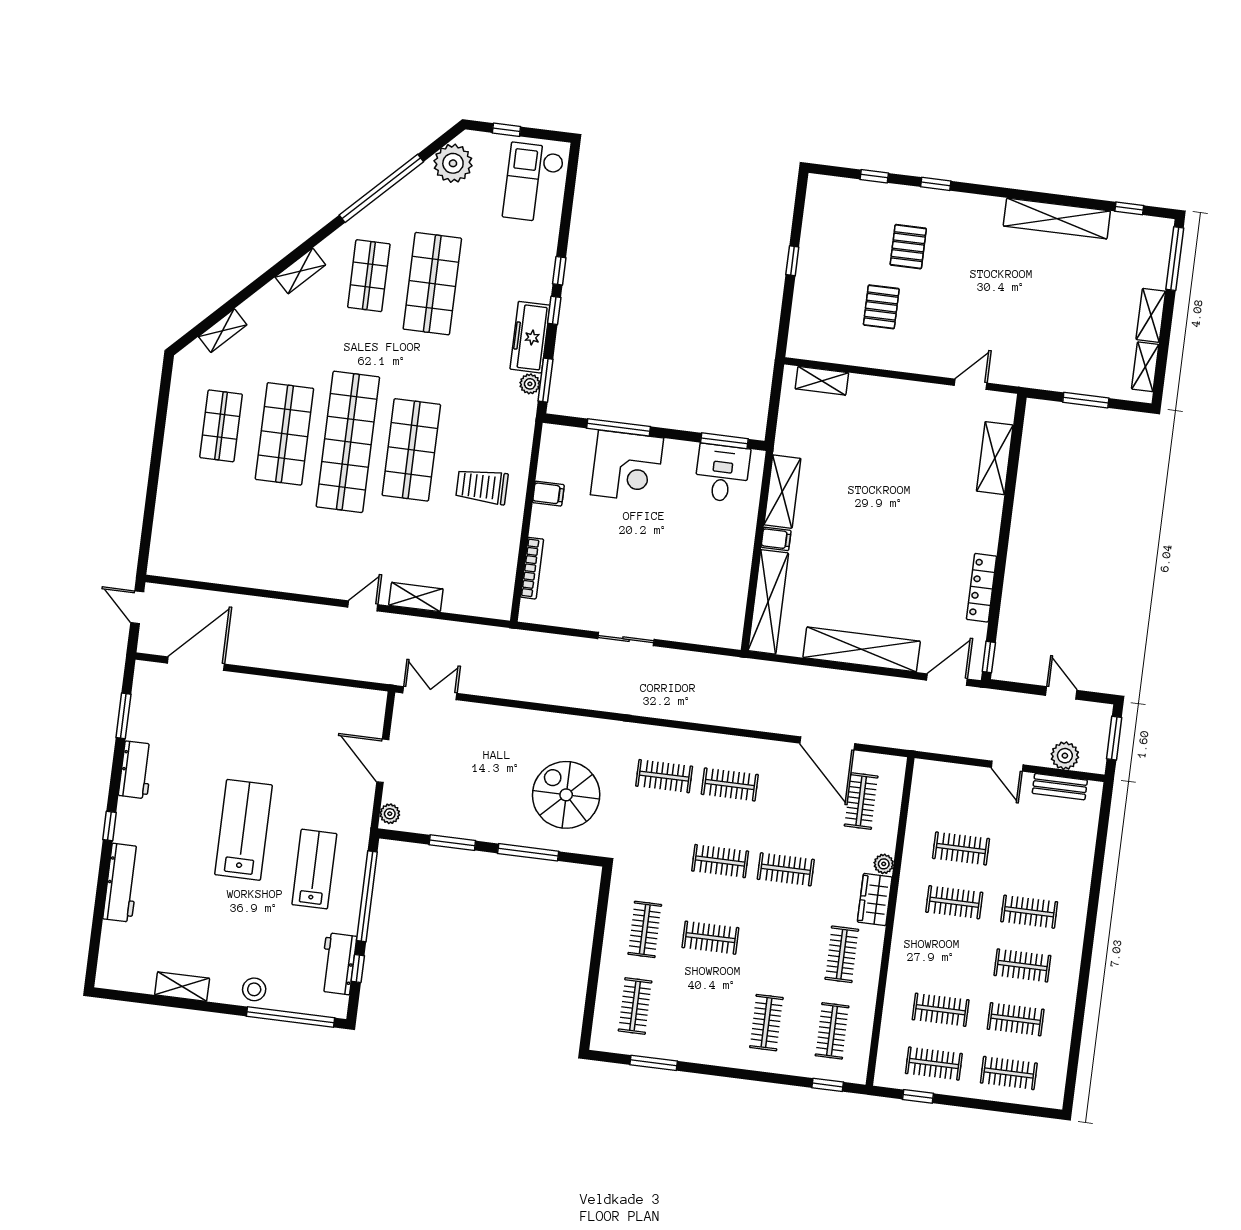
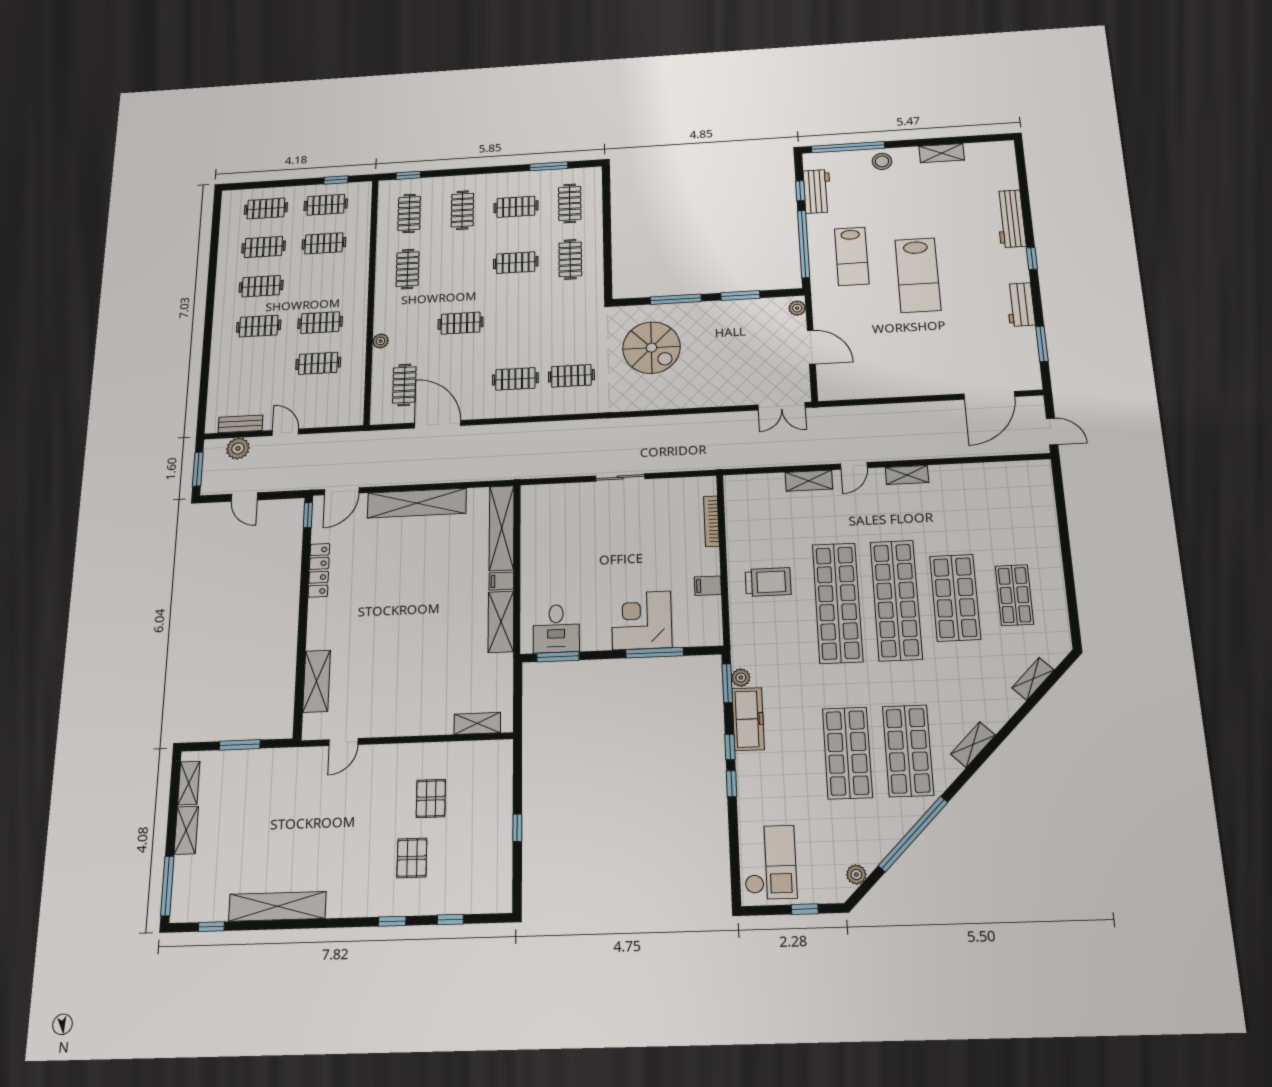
plant: (453, 163) -> (856, 875), width x0.53, depth x0.53
shop shelf: (369, 276) -> (908, 751), width x1.43, depth x1.36
shop shelf: (411, 450) -> (837, 603), width x1.40
shelving: (307, 584) -> (907, 475), added
clothes rail: (720, 861) -> (516, 207), moved
wardrobe: (875, 899) -> (385, 313), removed

